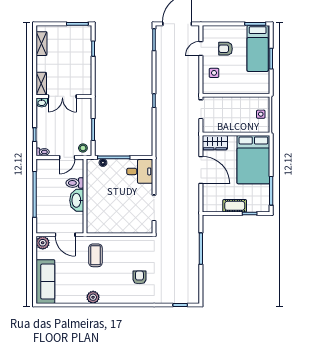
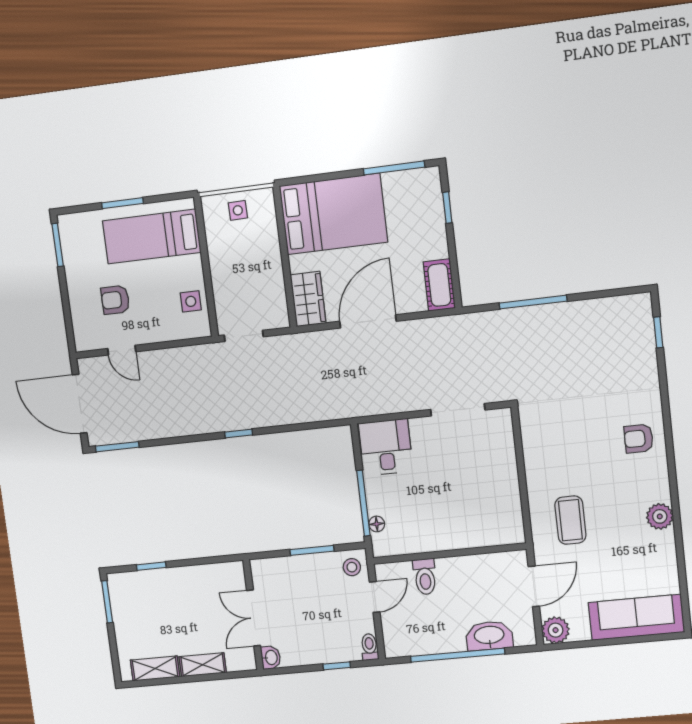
bed: (258, 48) -> (152, 237), moved, turned 180
armchair: (226, 49) -> (115, 300), turned 90
side table: (214, 73) -> (191, 301), moved
shelving: (41, 84) -> (203, 665), moved
double door: (62, 96) -> (254, 618), swing flipped
door: (67, 157) -> (375, 597), hinge flipped
washbasin: (77, 200) -> (489, 636), moved, turned 180
cot: (235, 206) -> (439, 285), moved
coffee table: (95, 255) -> (570, 520), turned 90
armchair: (139, 277) -> (639, 439), moved

